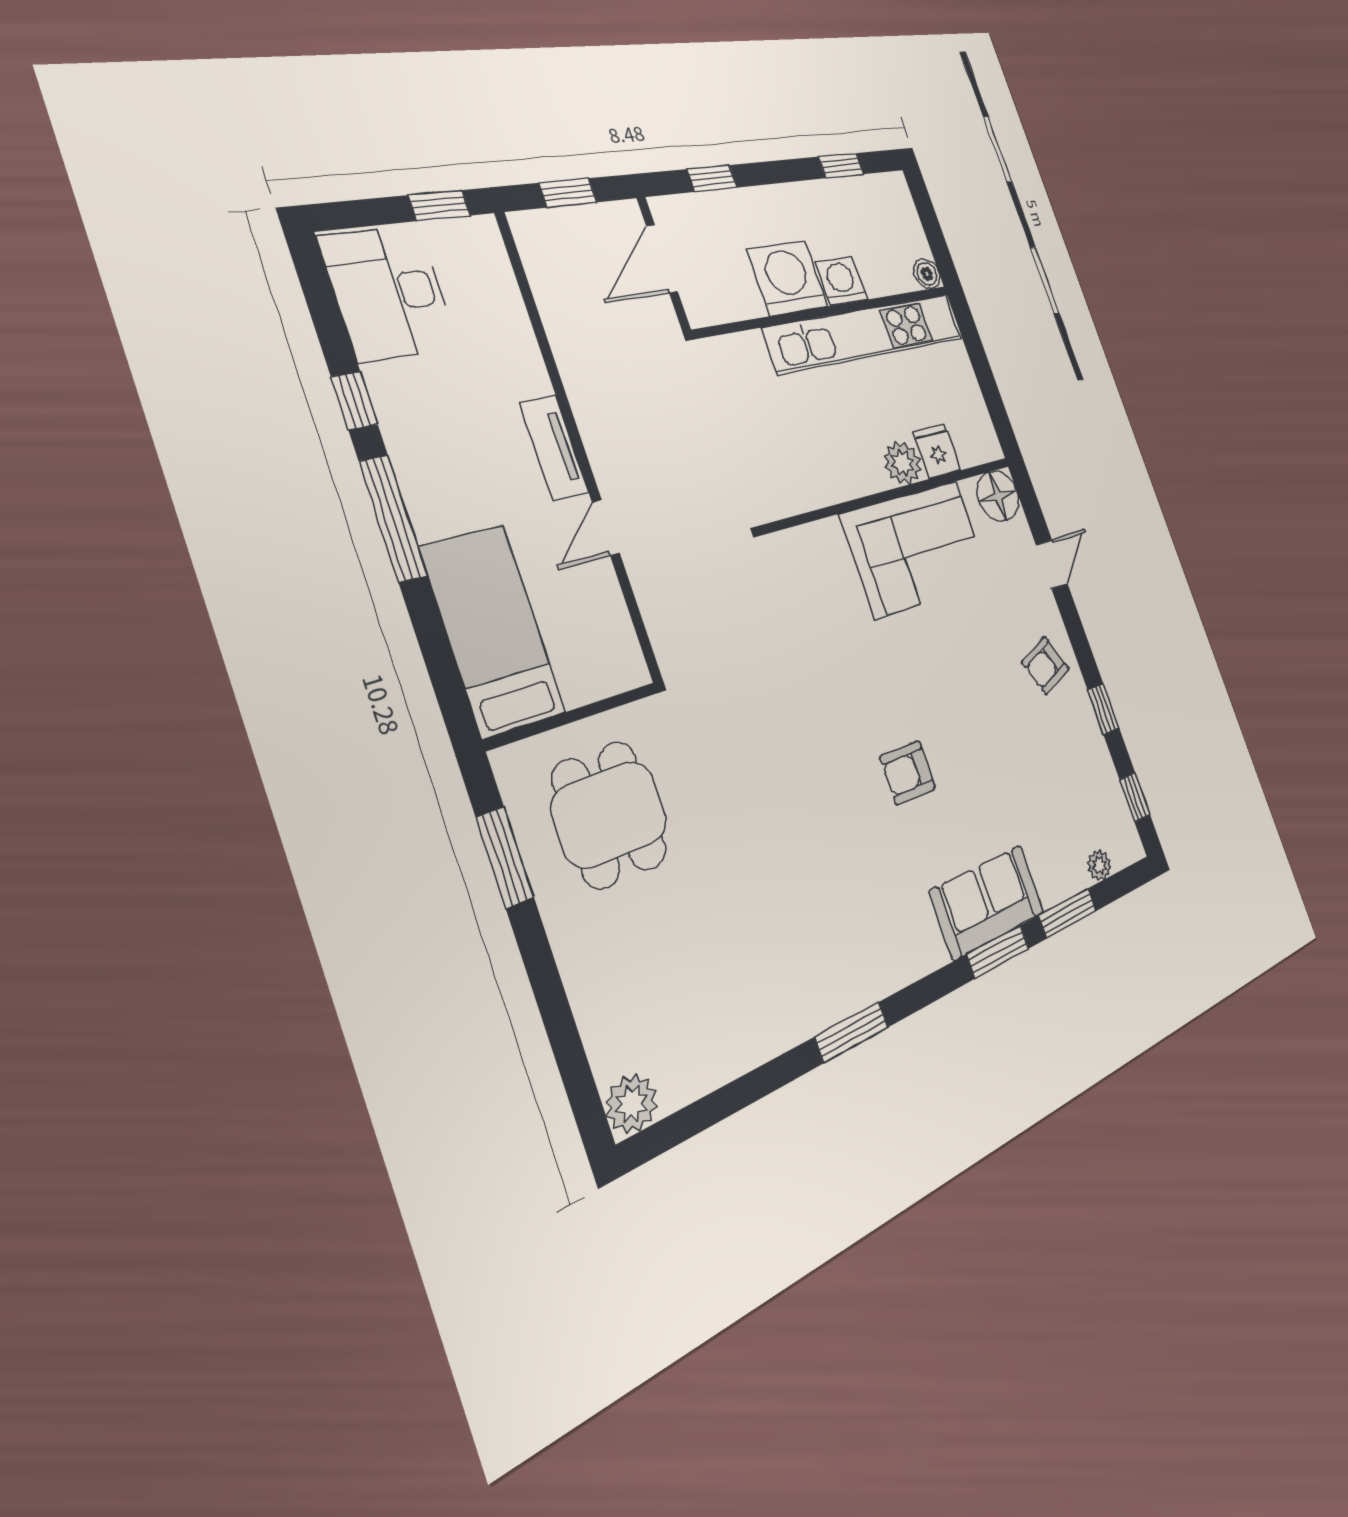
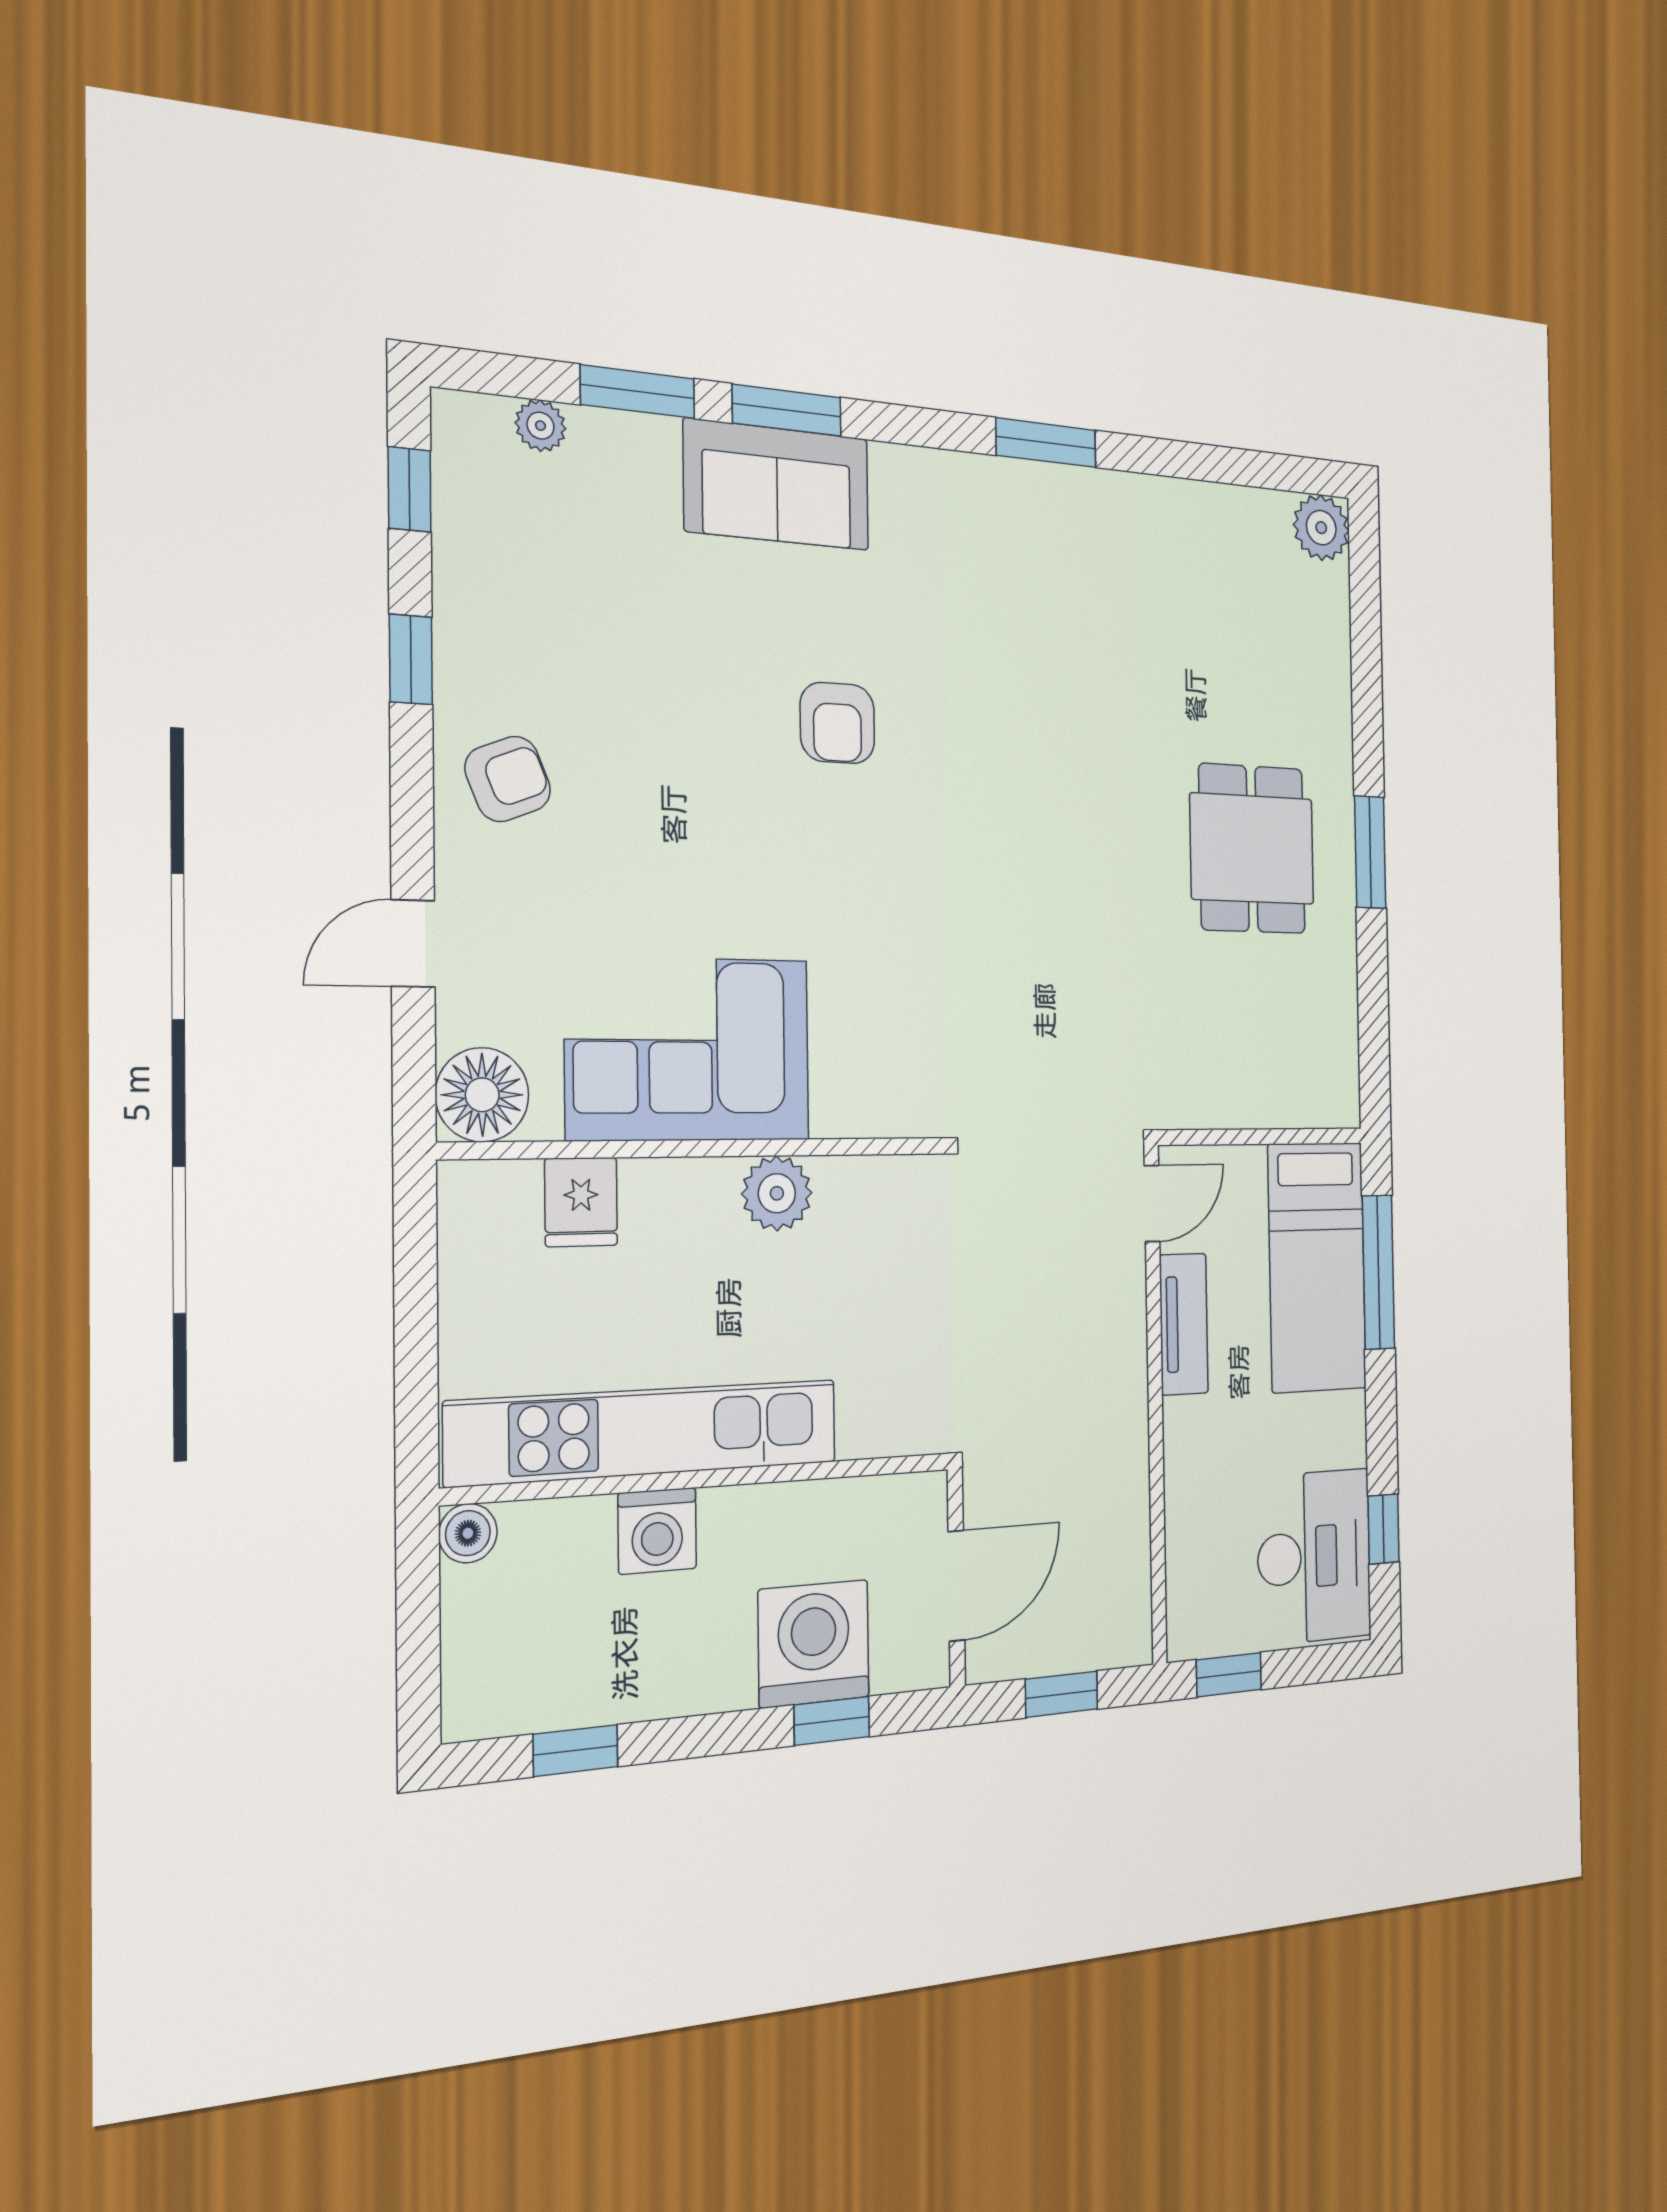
washing machine: (788, 278) -> (814, 1643), moved, turned 180
window: (354, 401) -> (1384, 1529), moved
plant: (903, 463) -> (777, 1193), moved
bed: (493, 630) -> (1317, 1267), moved
wall: (573, 716) -> (1261, 1137), moved
armchair: (908, 772) -> (837, 723), turned 90

